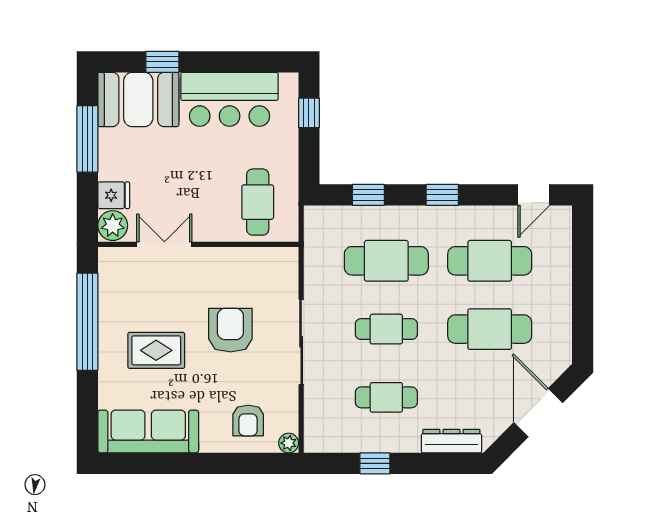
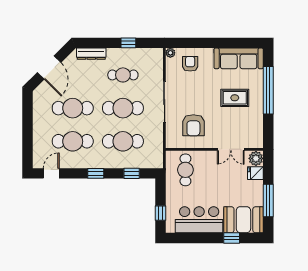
window: (87, 322) -> (268, 90), moved
cafe table: (386, 329) -> (123, 108), width x1.37, depth x1.35
armchair: (230, 330) -> (193, 125), moved

